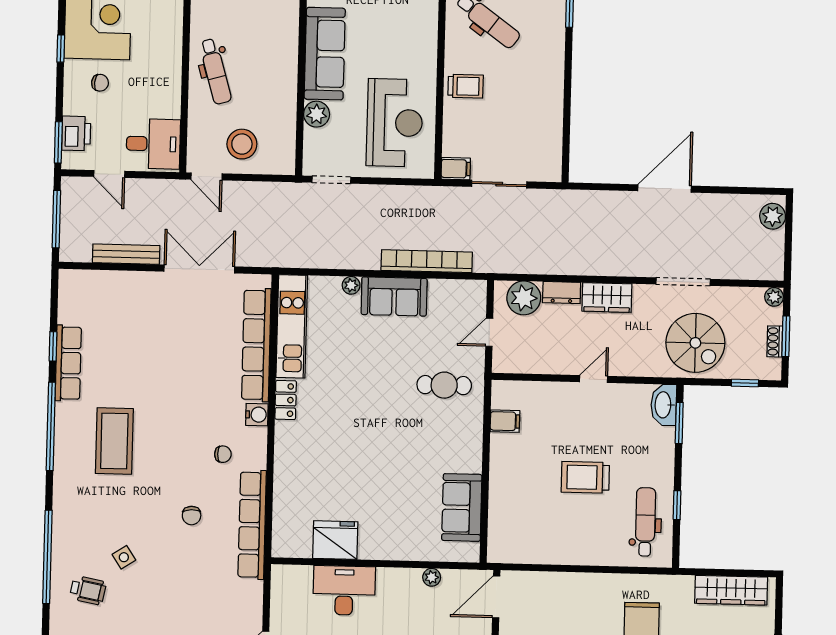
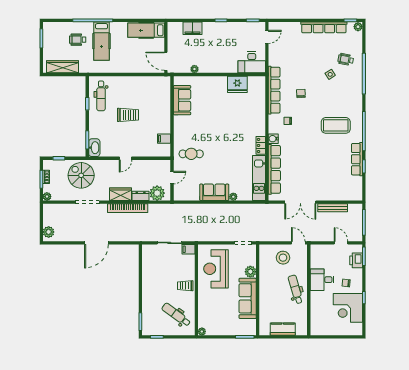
desk: (153, 144) -> (322, 280), moved
bookcase: (427, 261) -> (128, 208), moved
coffee table: (114, 441) -> (336, 125), turned 90
desk: (344, 590) -> (252, 62), moved
door: (496, 597) -> (166, 61), swing flipped

